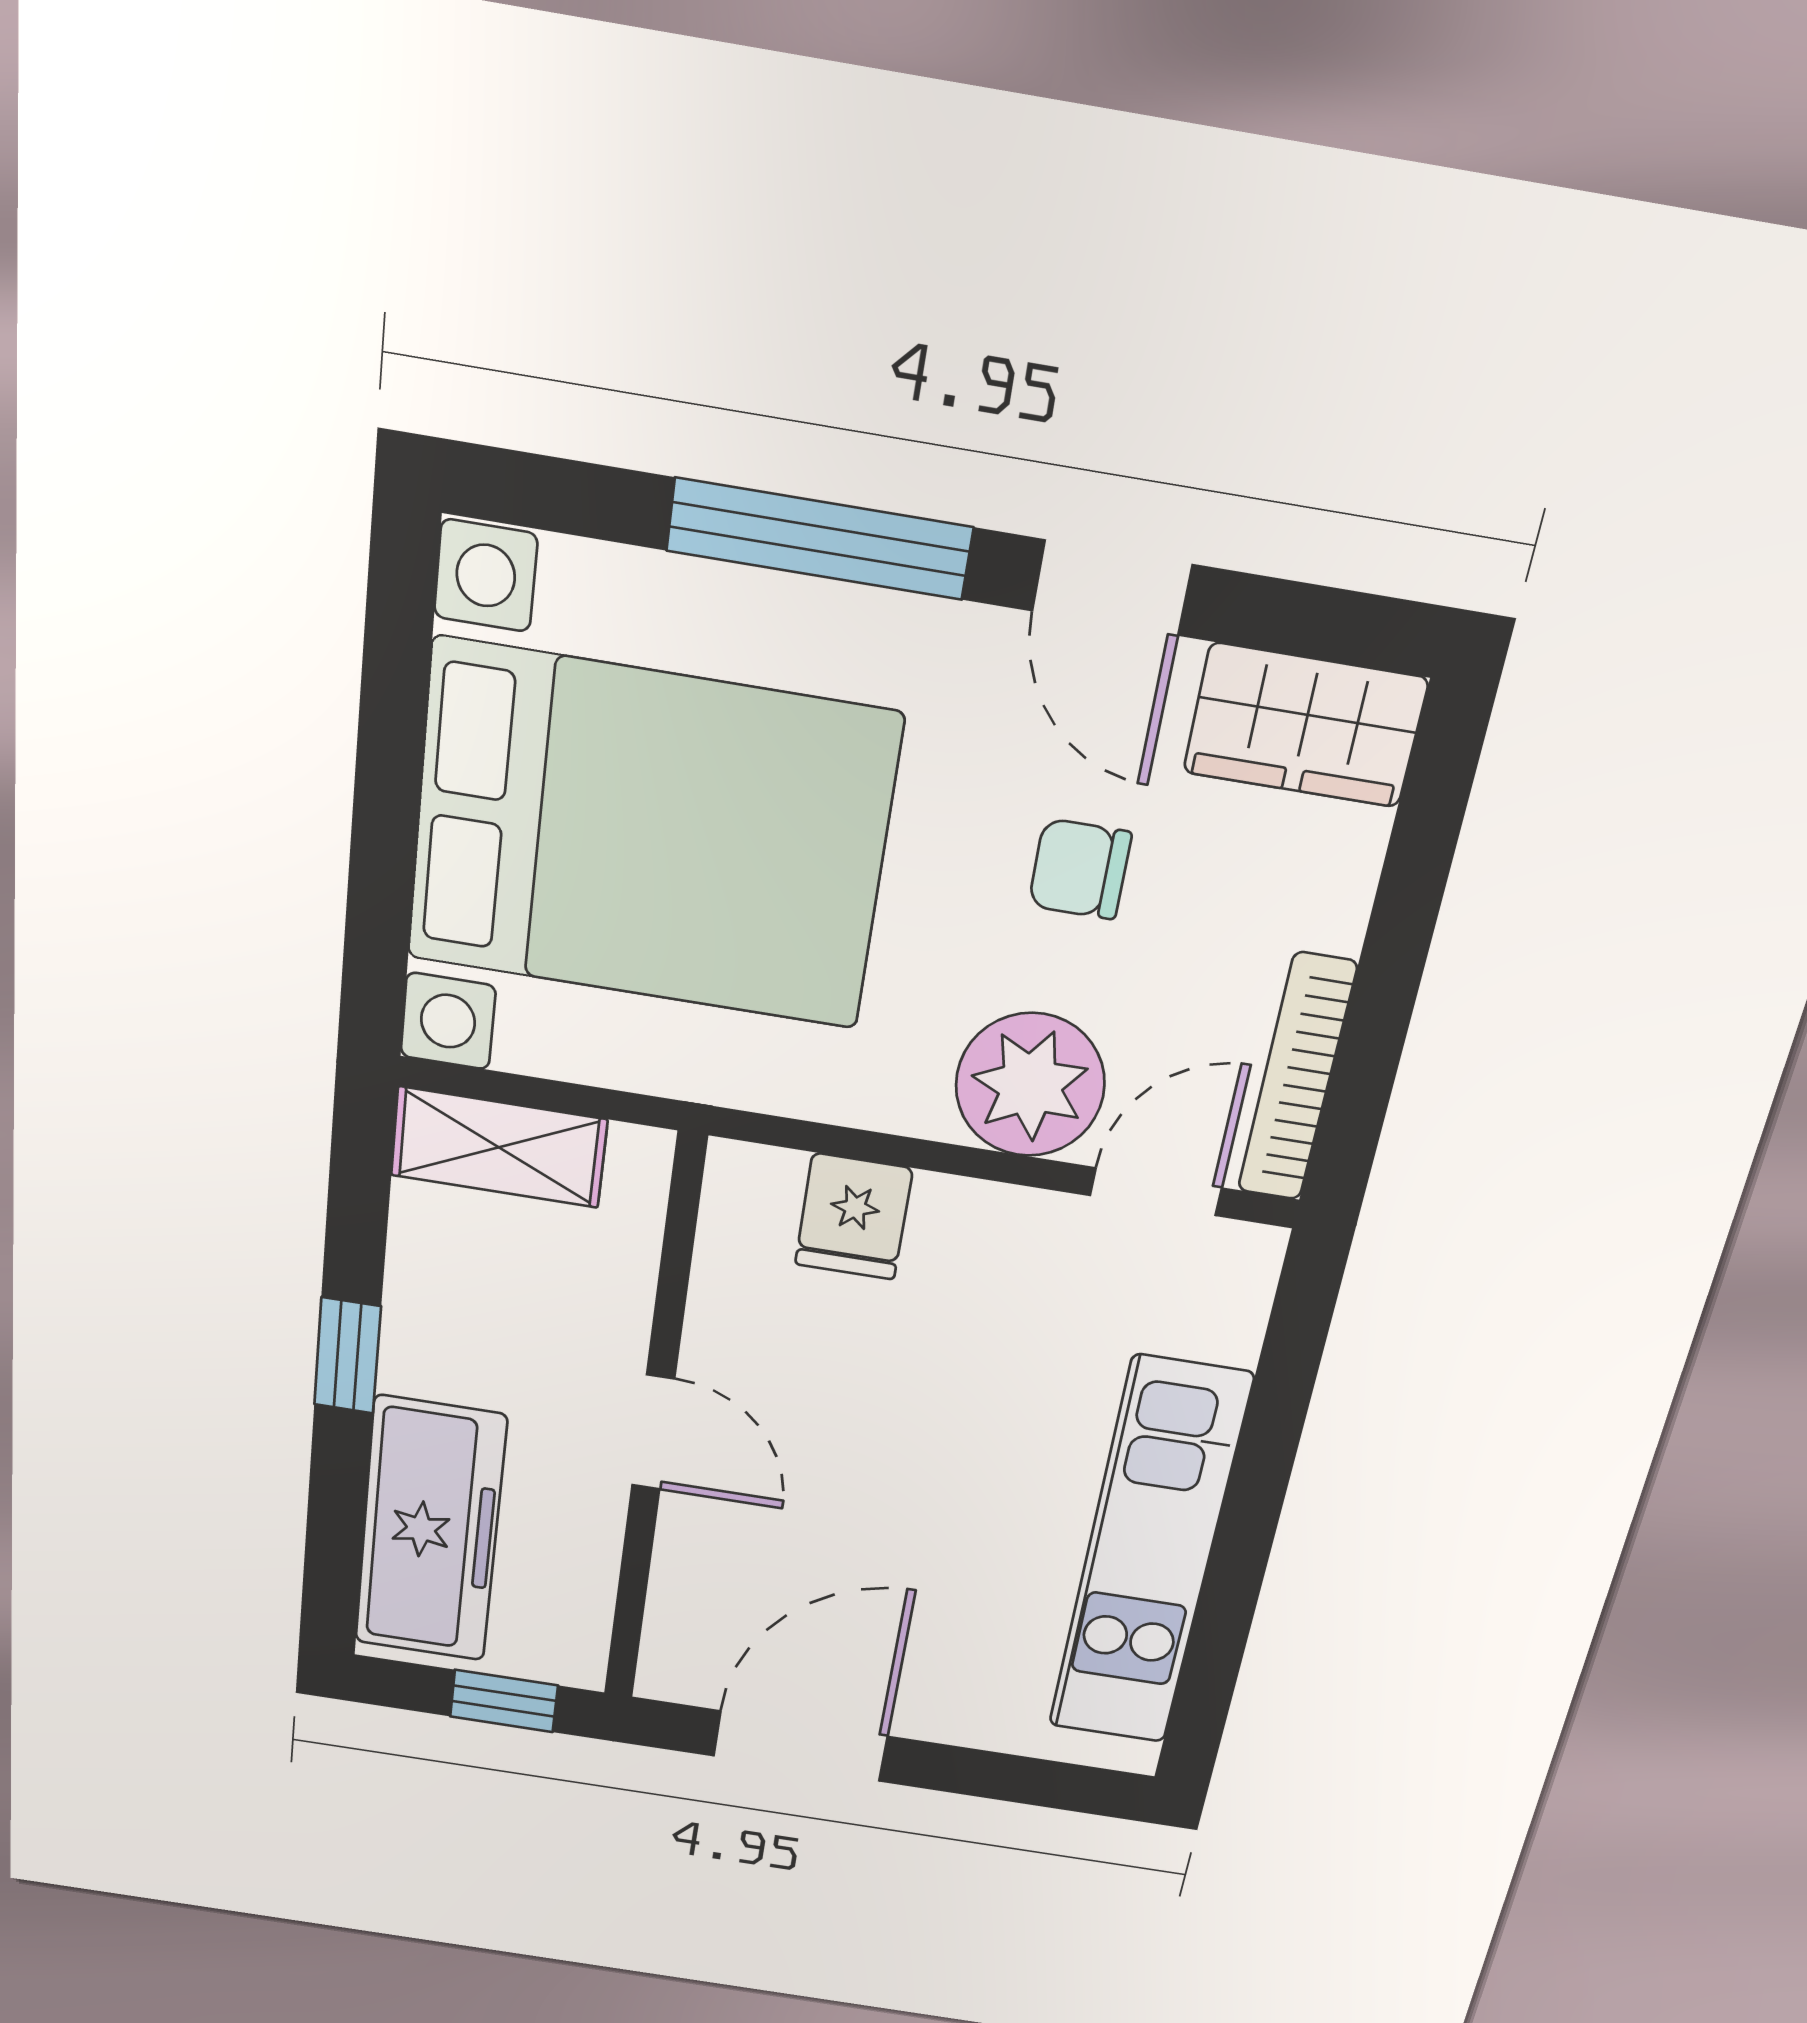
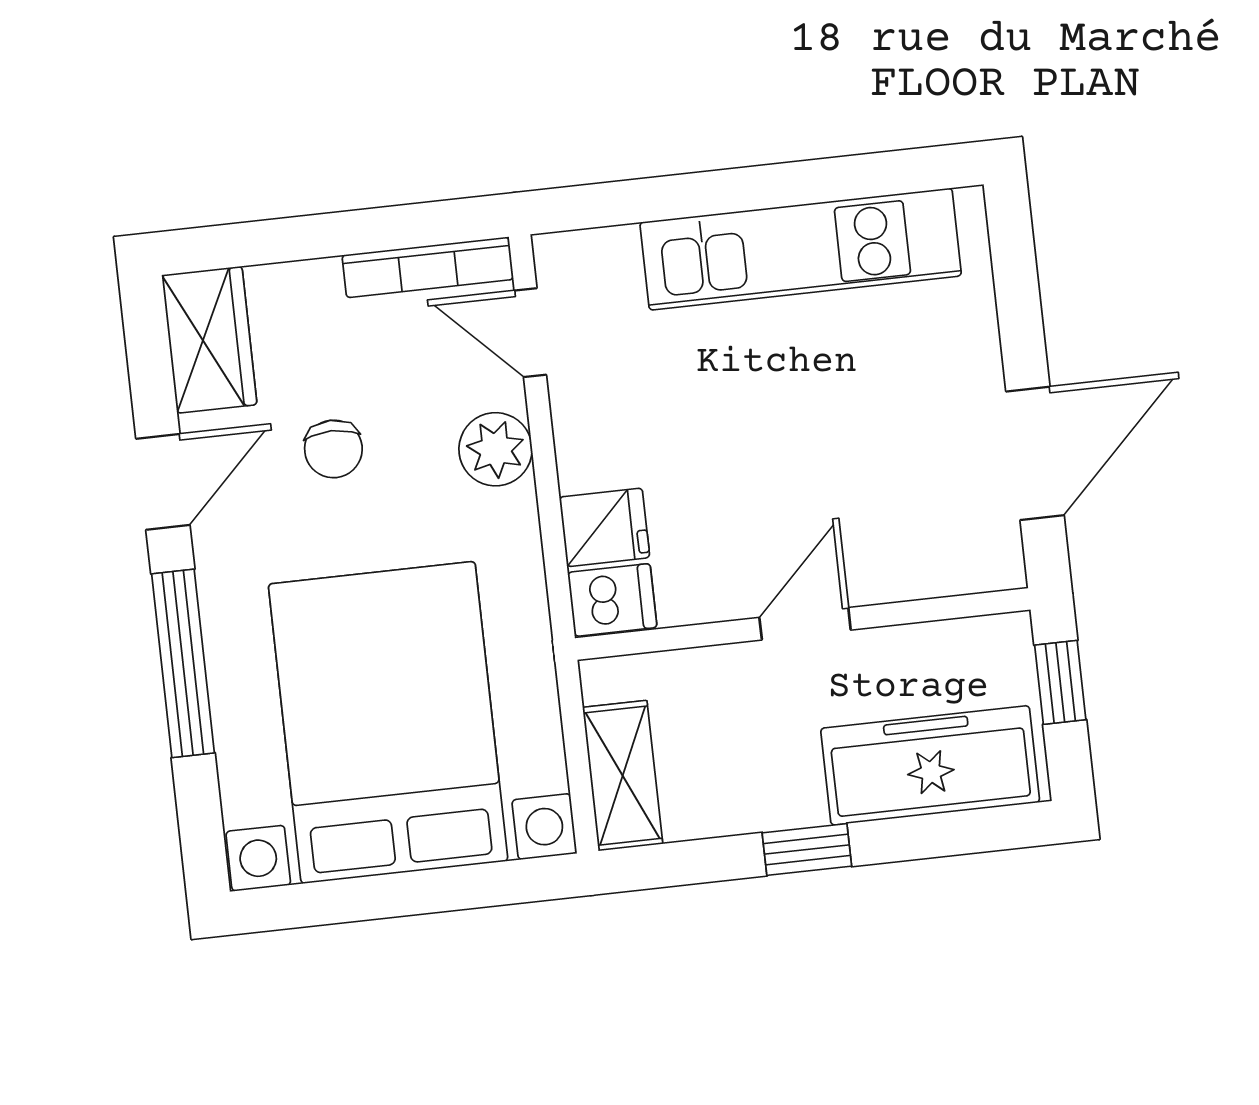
plant: (1030, 1085) -> (496, 449), width x0.73, depth x0.73
dishwasher: (750, 1200) -> (612, 600), added
door: (800, 1746) -> (1035, 453), swing flipped

